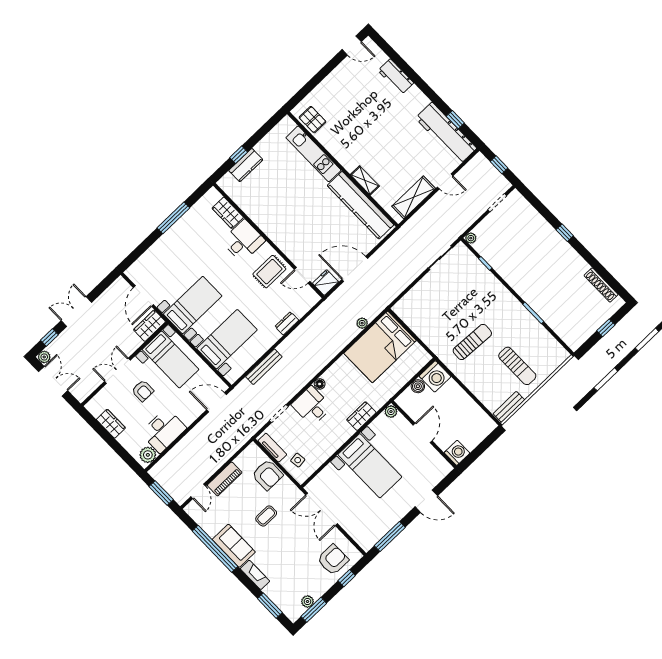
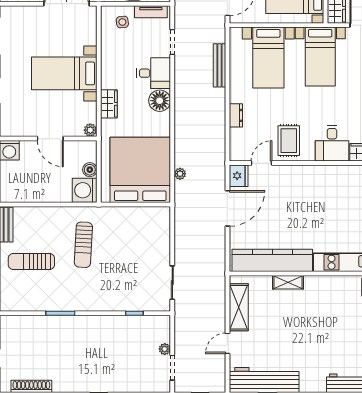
plant: (471, 238) -> (165, 349), moved
bed: (380, 347) -> (140, 170), width x1.36
floor lamp: (320, 384) -> (160, 101), width x1.89, depth x1.89

